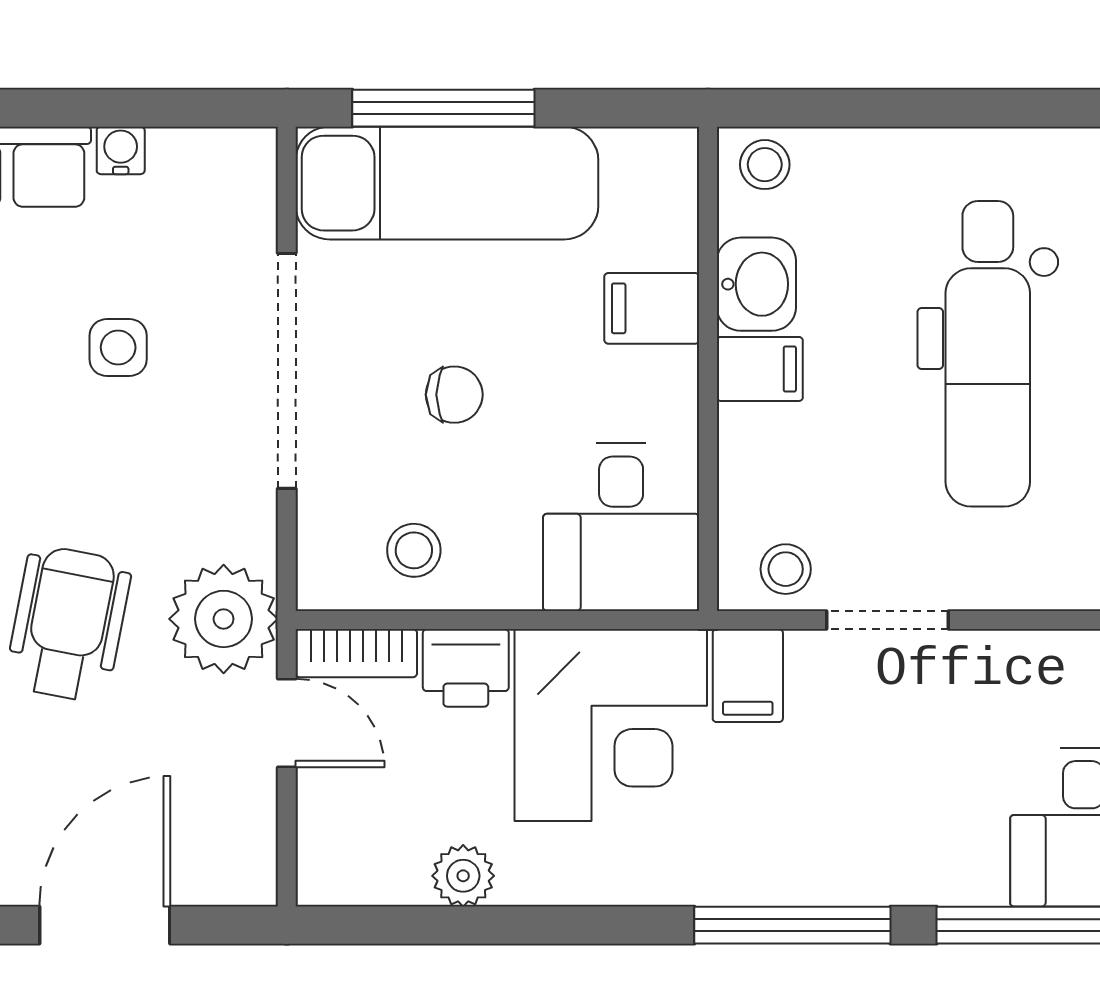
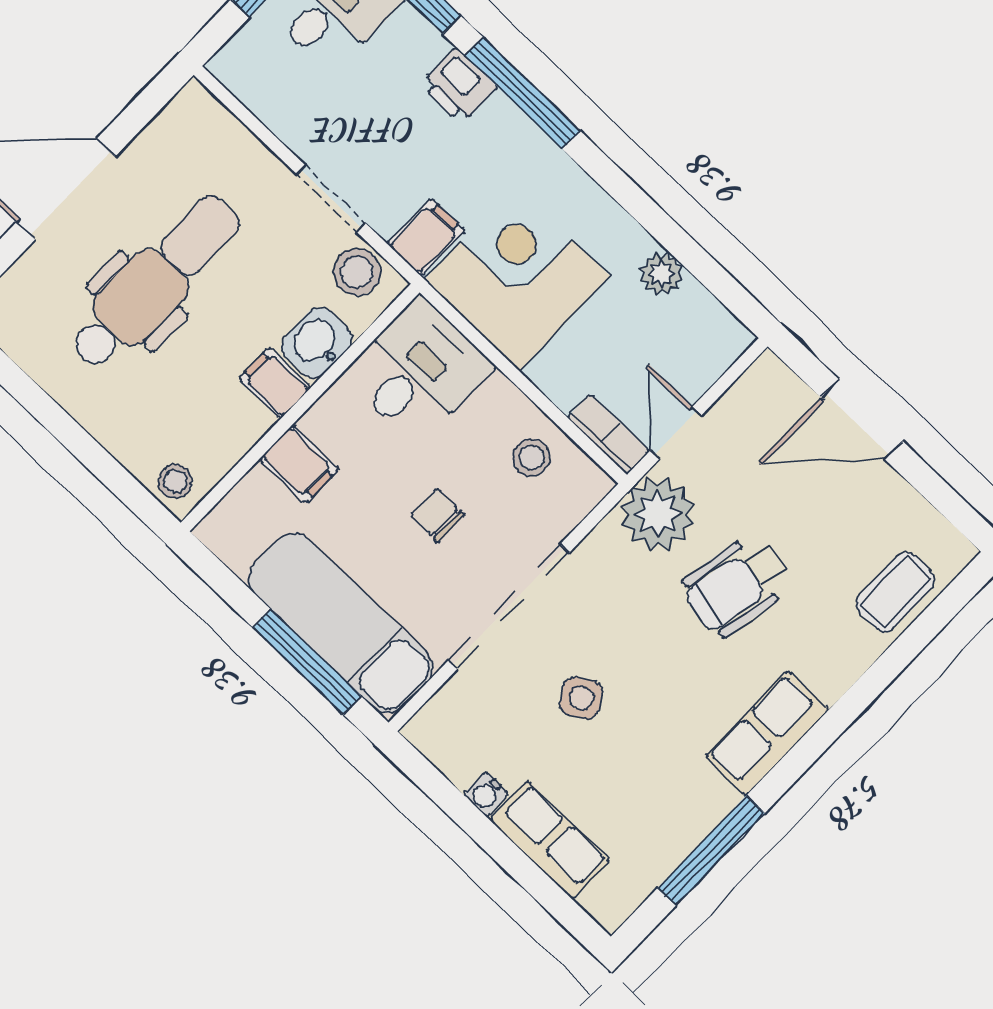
washbasin: (756, 284) -> (317, 343), moved
side table: (118, 347) -> (581, 698), turned -31
stool: (786, 569) -> (357, 272), width x1.37, depth x1.37
printer: (466, 668) -> (459, 86), moved, turned 180

